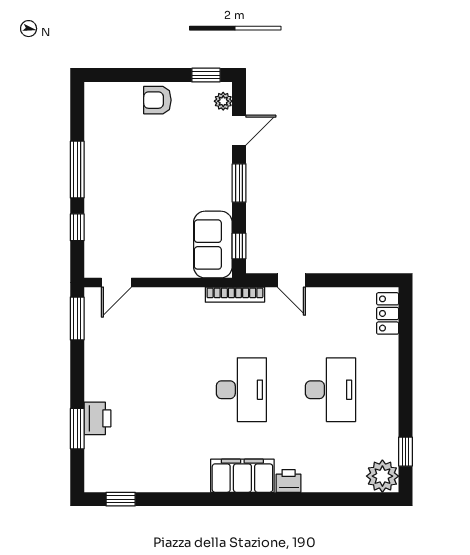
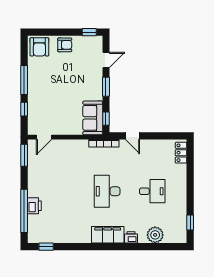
armchair: (157, 100) -> (65, 45), turned 180
plant: (223, 101) -> (98, 45), removed
armchair: (107, 104) -> (39, 47), added
desk: (241, 390) -> (107, 191), turned 180
desk: (331, 390) -> (152, 191), width x0.73
window: (77, 429) -> (24, 211), width x2.11
plant: (382, 476) -> (155, 235), moved

